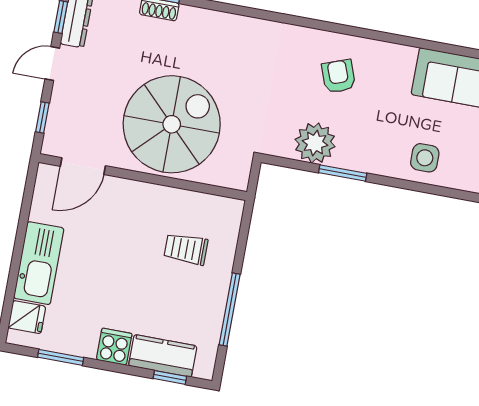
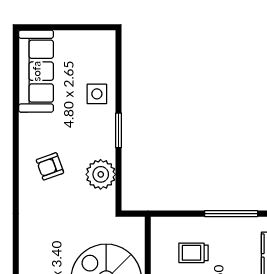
window: (343, 173) -> (119, 130), moved
trolley: (186, 249) -> (193, 253), turned 90

